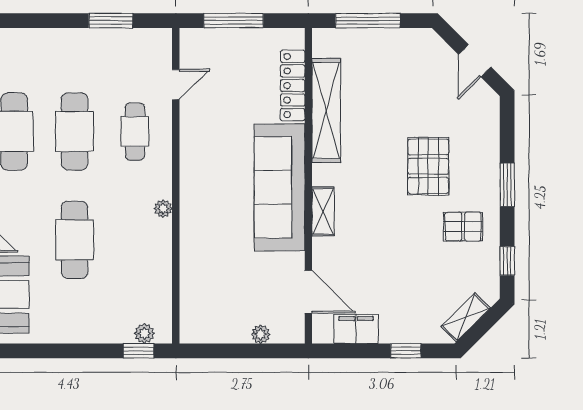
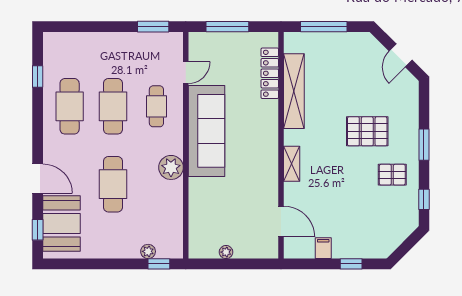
window: (111, 21) -> (153, 27), moved
pallet: (428, 166) -> (367, 131), turned 90
sofa: (280, 187) -> (206, 131), moved, turned 180
plant: (163, 209) -> (171, 167), width x1.87, depth x1.87
shelving: (466, 317) -> (394, 240), removed
filing cabinet: (356, 329) -> (323, 248), width x0.50
plant: (144, 333) -> (148, 251), moved
plant: (261, 334) -> (226, 252), moved

